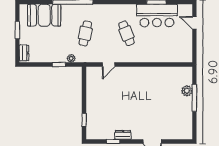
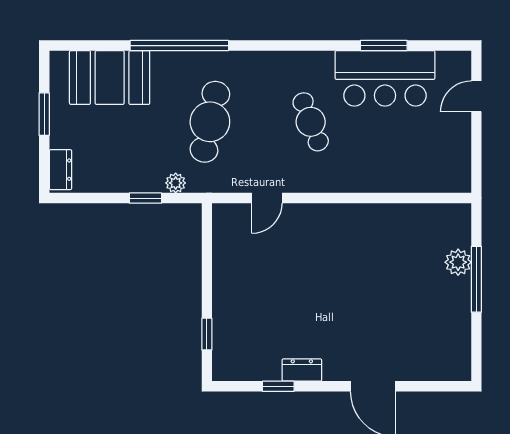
door: (194, 23) -> (476, 96), hinge flipped
cafe table: (85, 33) -> (210, 122), width x1.37, depth x1.35

